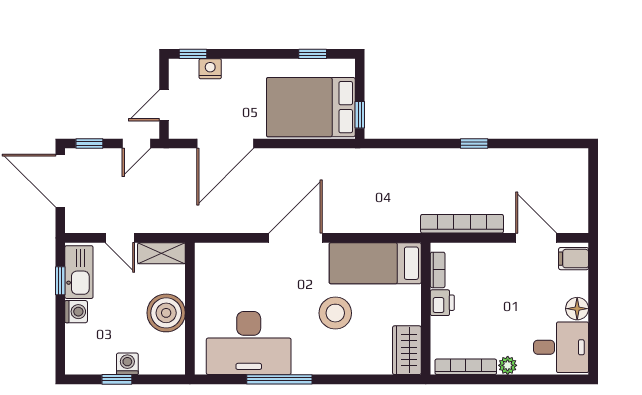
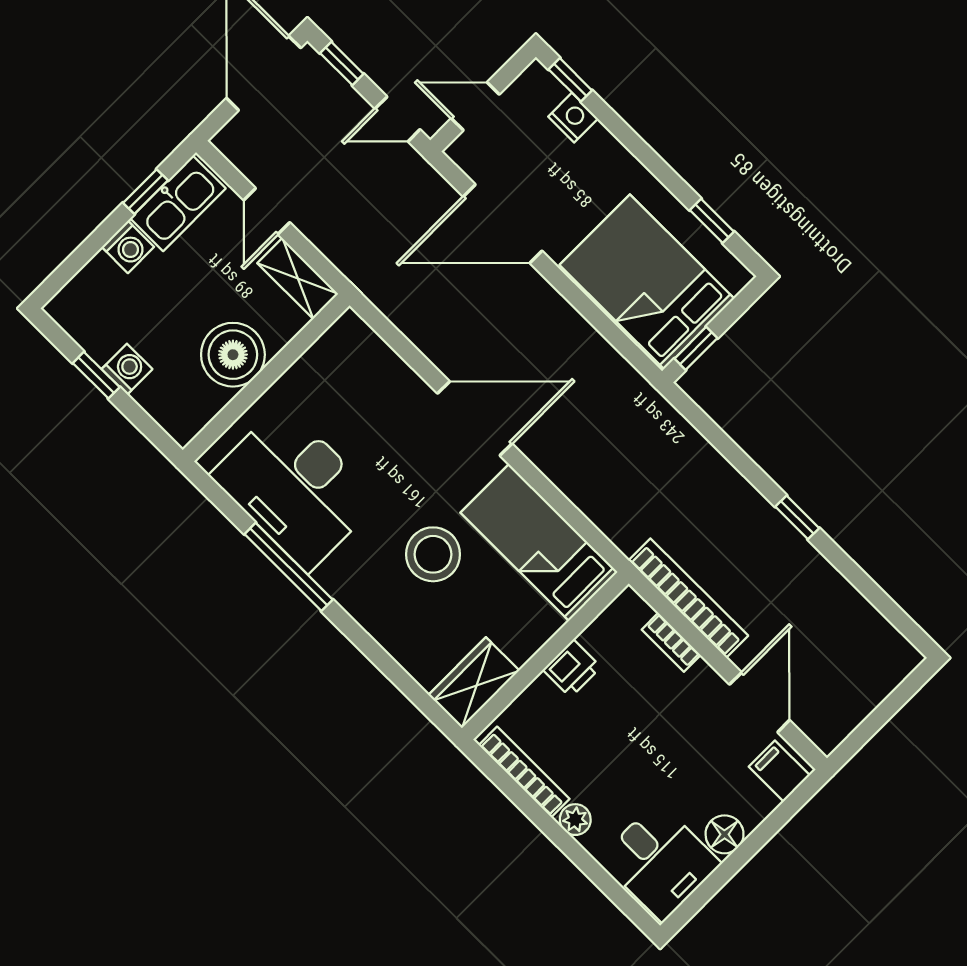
bookcase: (438, 270) -> (671, 642), moved, turned 90

